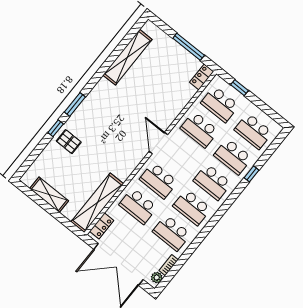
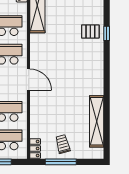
trolley: (174, 61) -> (63, 144), added
window: (75, 104) -> (107, 60), removed

